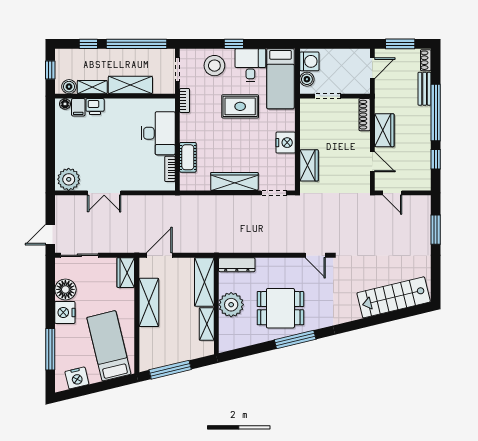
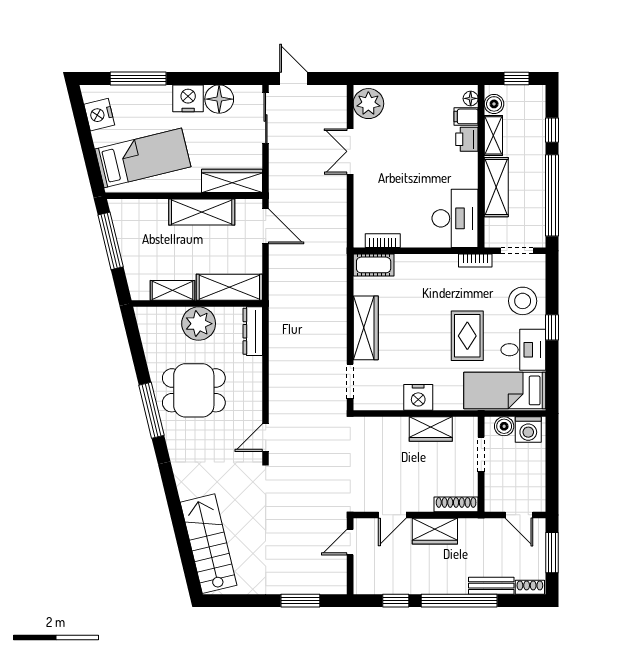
desk: (158, 133) -> (455, 218), moved, turned -90
cot: (188, 157) -> (374, 265), moved
wardrobe: (309, 165) -> (431, 429), moved
wardrobe: (126, 273) -> (232, 181), width x1.50
dining table: (280, 308) -> (194, 390), turned 90

